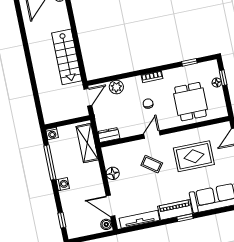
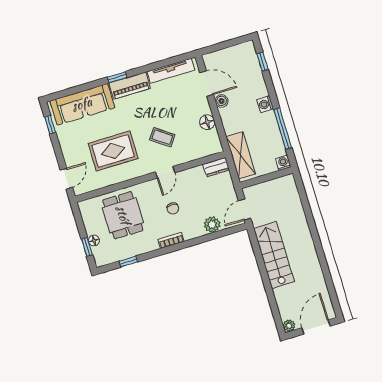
boiler: (106, 224) -> (222, 101), moved

